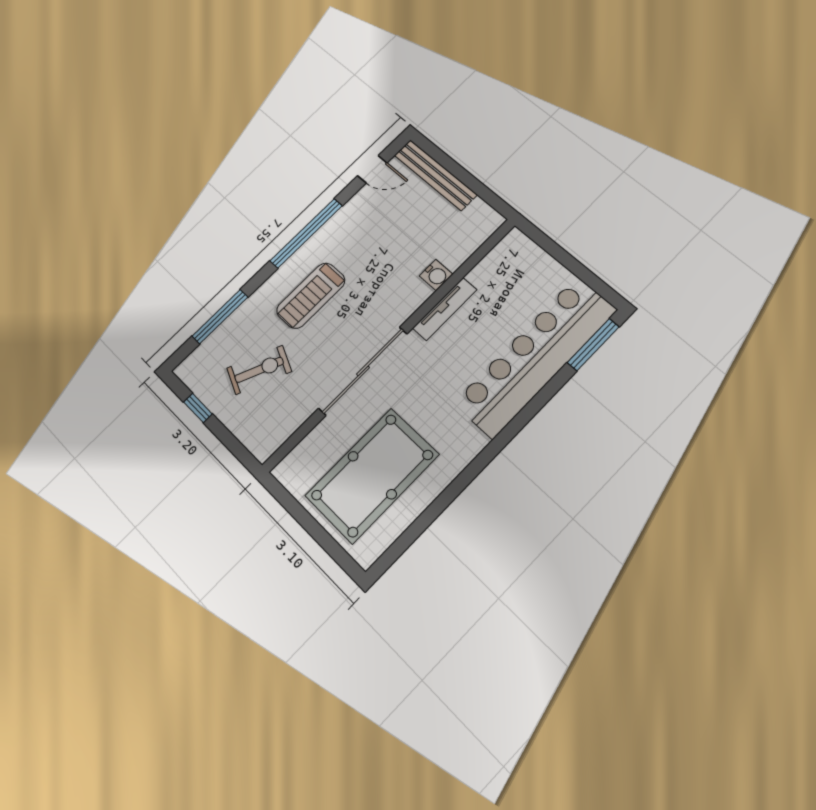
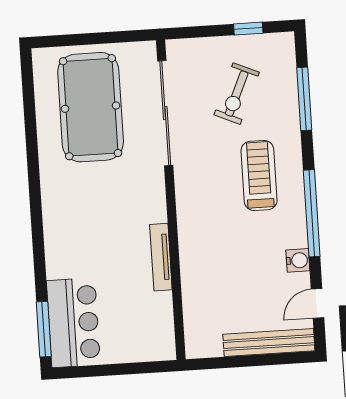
water cooler: (436, 275) -> (298, 260), moved, turned 180
bar counter: (536, 356) -> (73, 323), width x0.54
sliding door: (363, 371) -> (165, 113), moved

